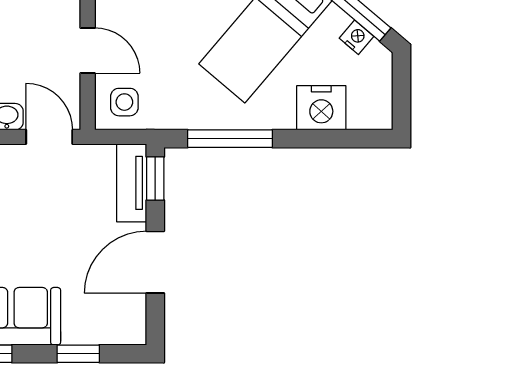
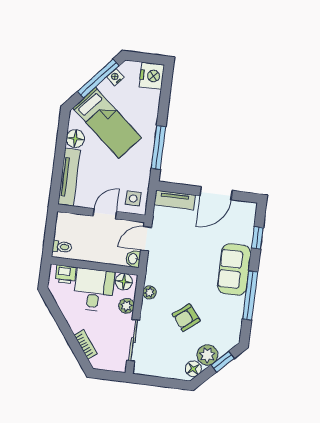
nightstand: (321, 108) -> (152, 76), moved
window: (155, 178) -> (174, 188), removed
door: (155, 262) -> (216, 193), hinge flipped

